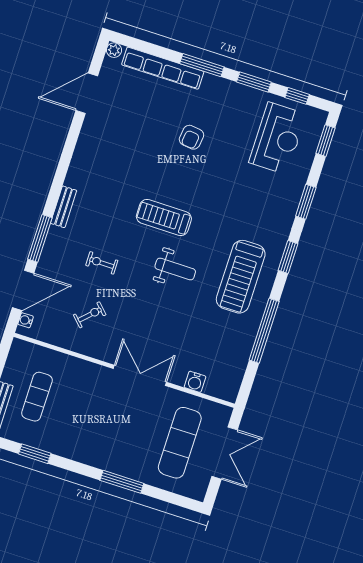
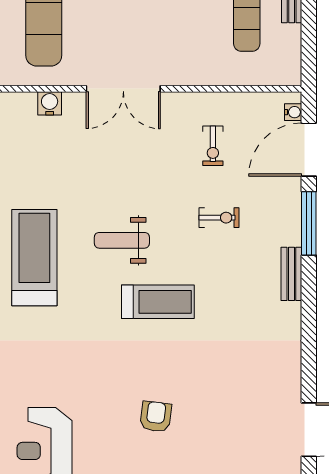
exercise bike: (90, 315) -> (213, 146), turned -45

